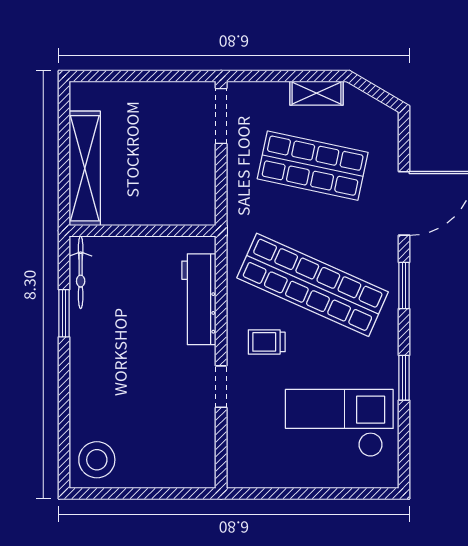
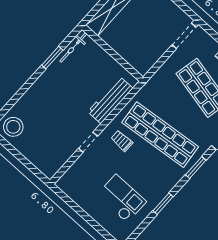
shop shelf: (313, 285) -> (160, 135), turned -30
checkout: (339, 423) -> (122, 198), width x0.73, depth x0.83

